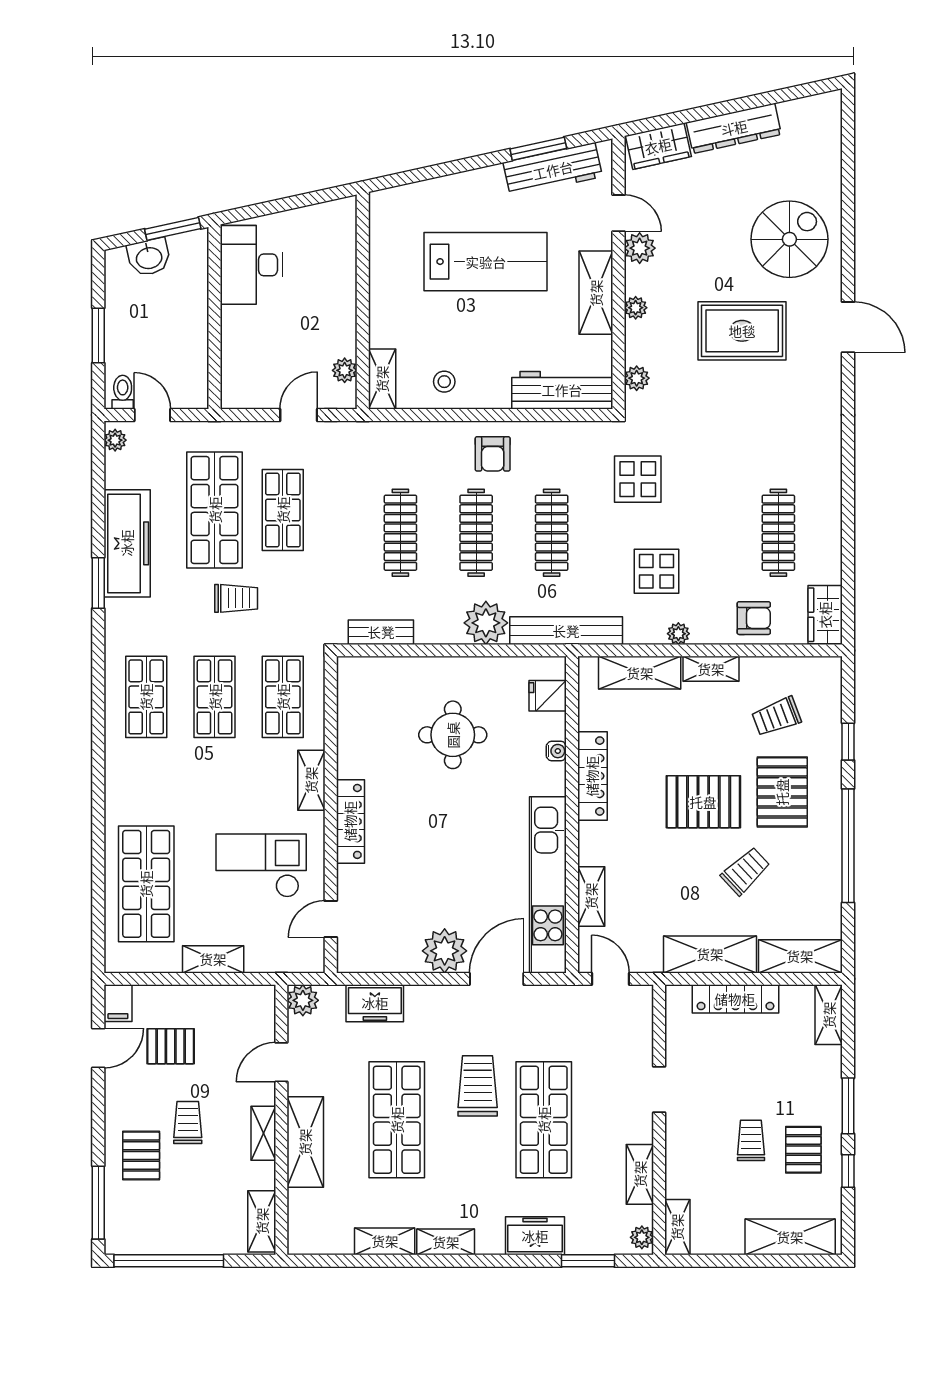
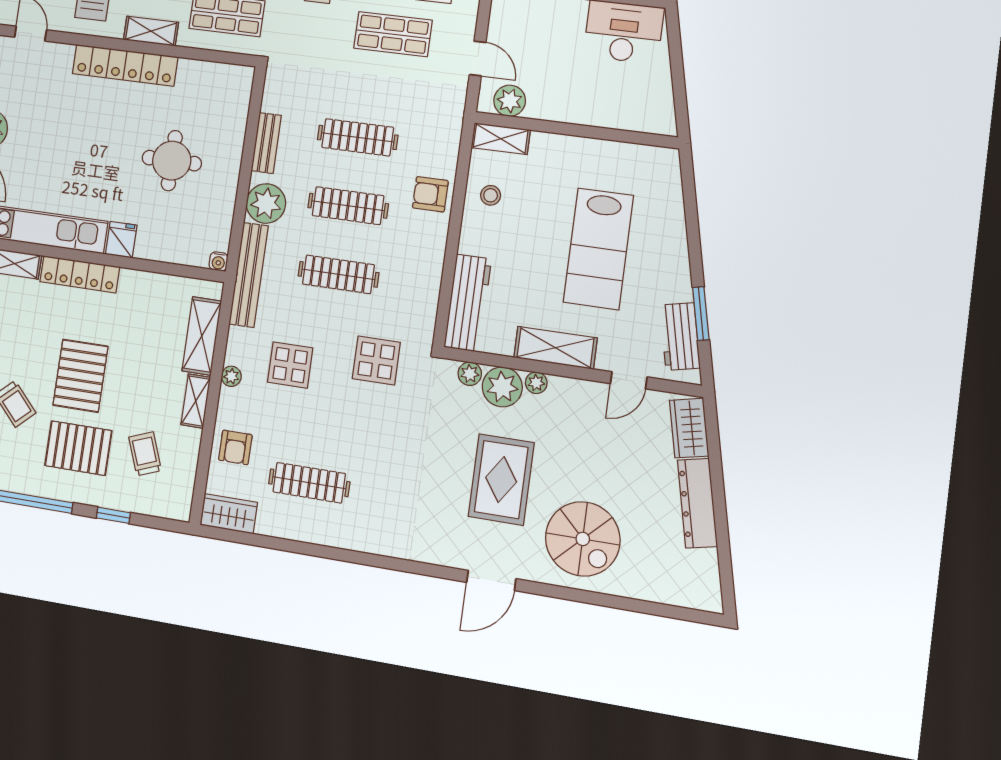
workbench: (553, 170) -> (680, 337), width x0.73
plant: (640, 248) -> (502, 387), moved, width x1.36, depth x1.36
plant: (345, 370) -> (510, 101), width x1.38, depth x1.38
armchair: (493, 454) -> (430, 194), moved
bench: (381, 632) -> (266, 143), moved
fridge: (548, 696) -> (121, 240), moved
water cooler: (556, 751) -> (218, 261), moved
locker: (592, 776) -> (80, 274), moved
locker: (350, 821) -> (125, 65), width x1.41, depth x1.21

